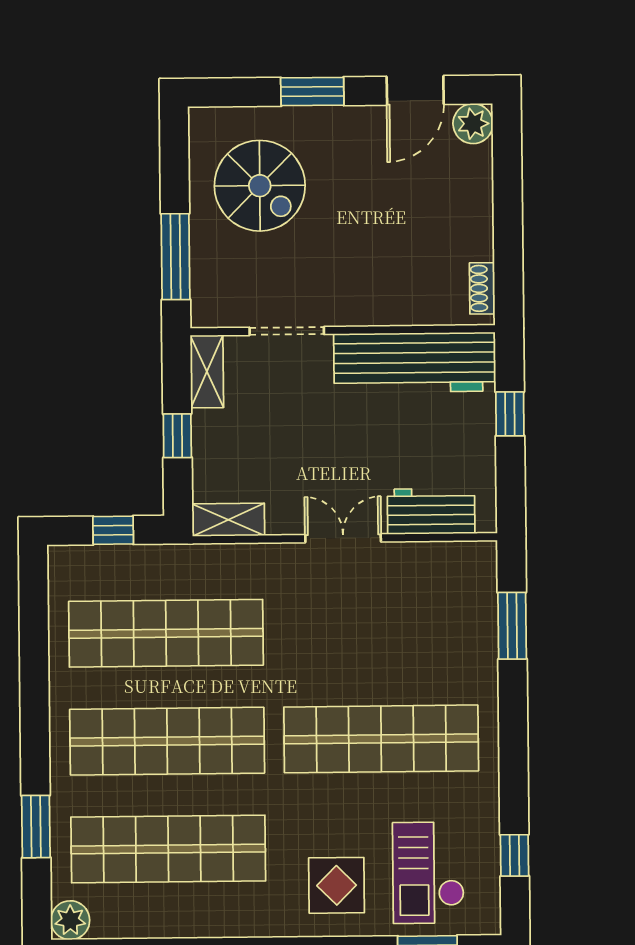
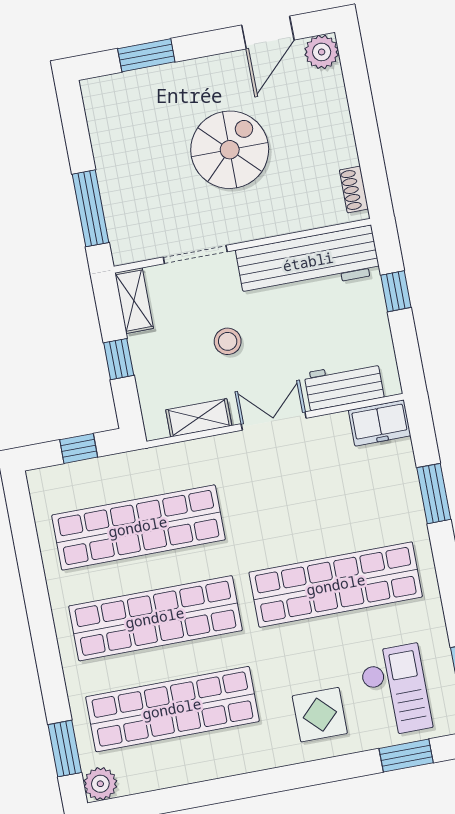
window: (312, 91) -> (146, 55), moved
spiral stairs: (260, 186) -> (230, 150), moved, turned -90
stool: (306, 437) -> (228, 341), added
shelving: (228, 520) -> (199, 418), moved
freezer: (464, 562) -> (380, 423), added
window: (512, 626) -> (434, 494), moved
window: (36, 827) -> (65, 749), moved
checkout: (428, 873) -> (395, 690), turned 180

